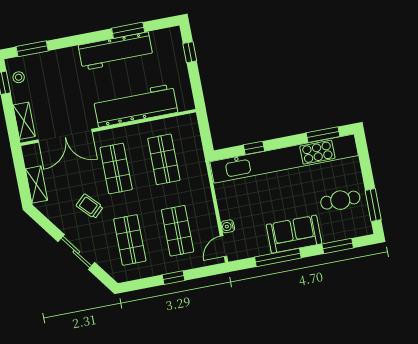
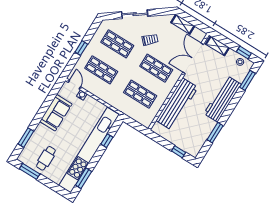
workbench: (116, 51) -> (223, 99), moved
sofa: (294, 234) -> (56, 113), moved
window: (278, 257) -> (46, 105), removed

